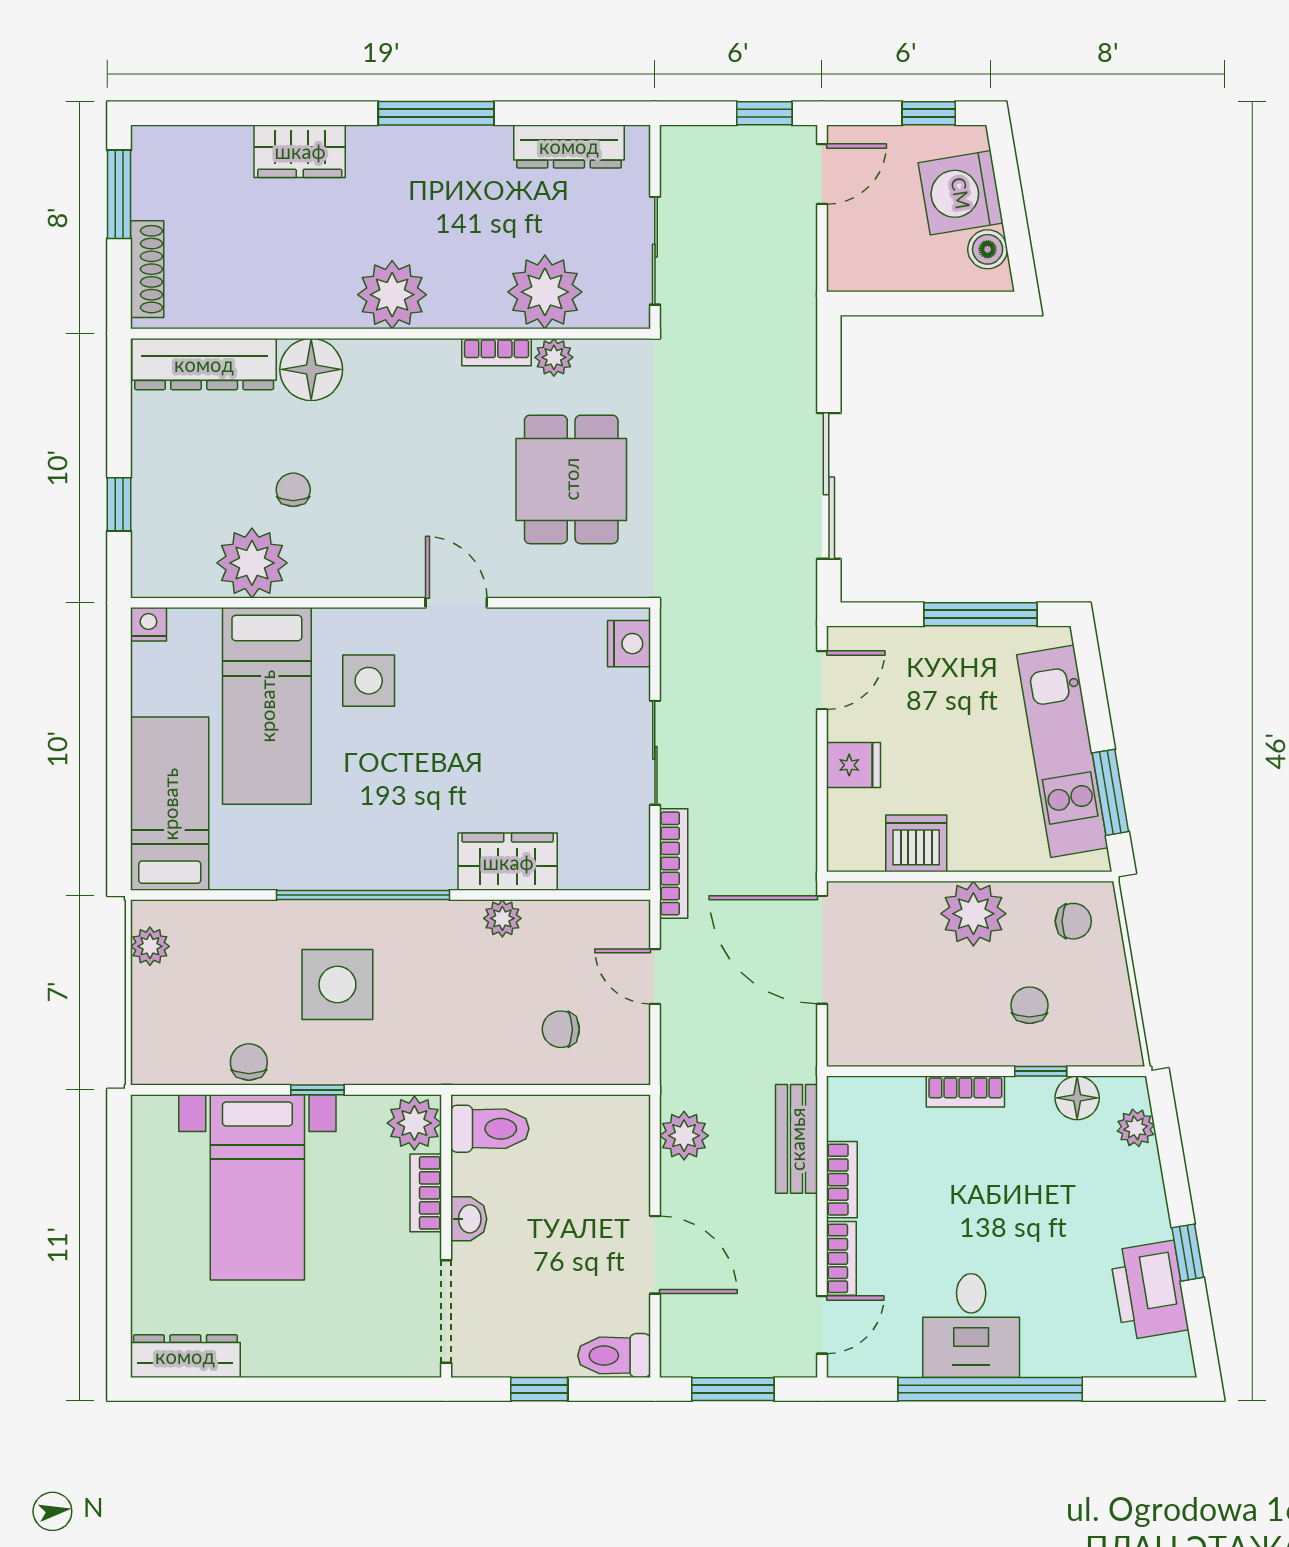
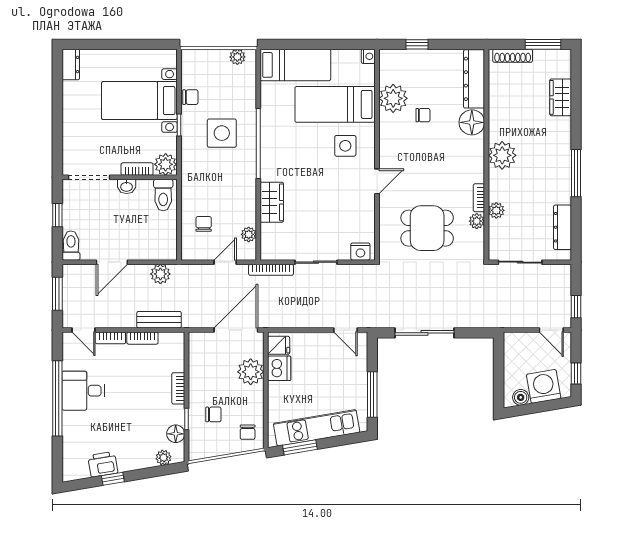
wardrobe: (300, 151) -> (561, 97), moved
plant: (545, 292) -> (496, 210), width x0.53, depth x0.53
fridge: (854, 765) -> (279, 345), moved, turned -90
plant: (973, 914) -> (251, 372), moved
plant: (502, 918) -> (249, 234), moved
printer: (1149, 1290) -> (103, 464), width x0.73, depth x0.84
dresser: (185, 1356) -> (71, 65), width x0.70

